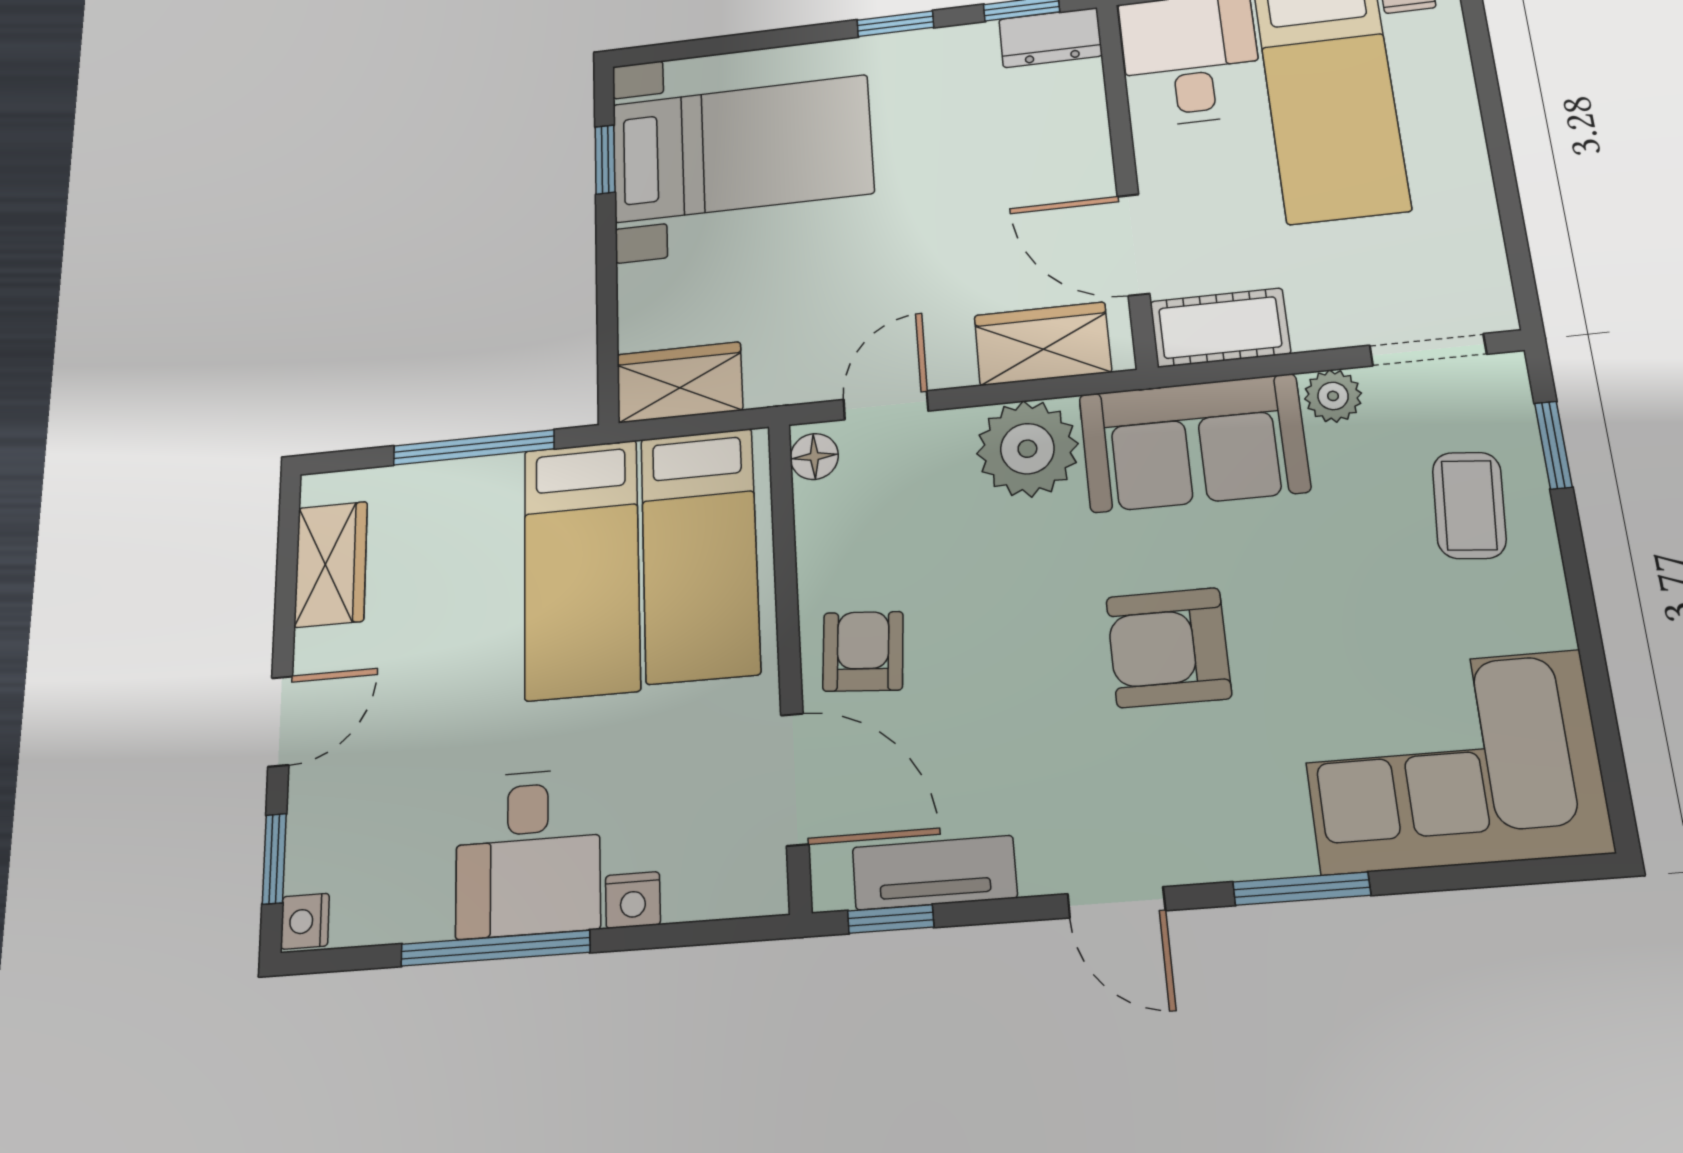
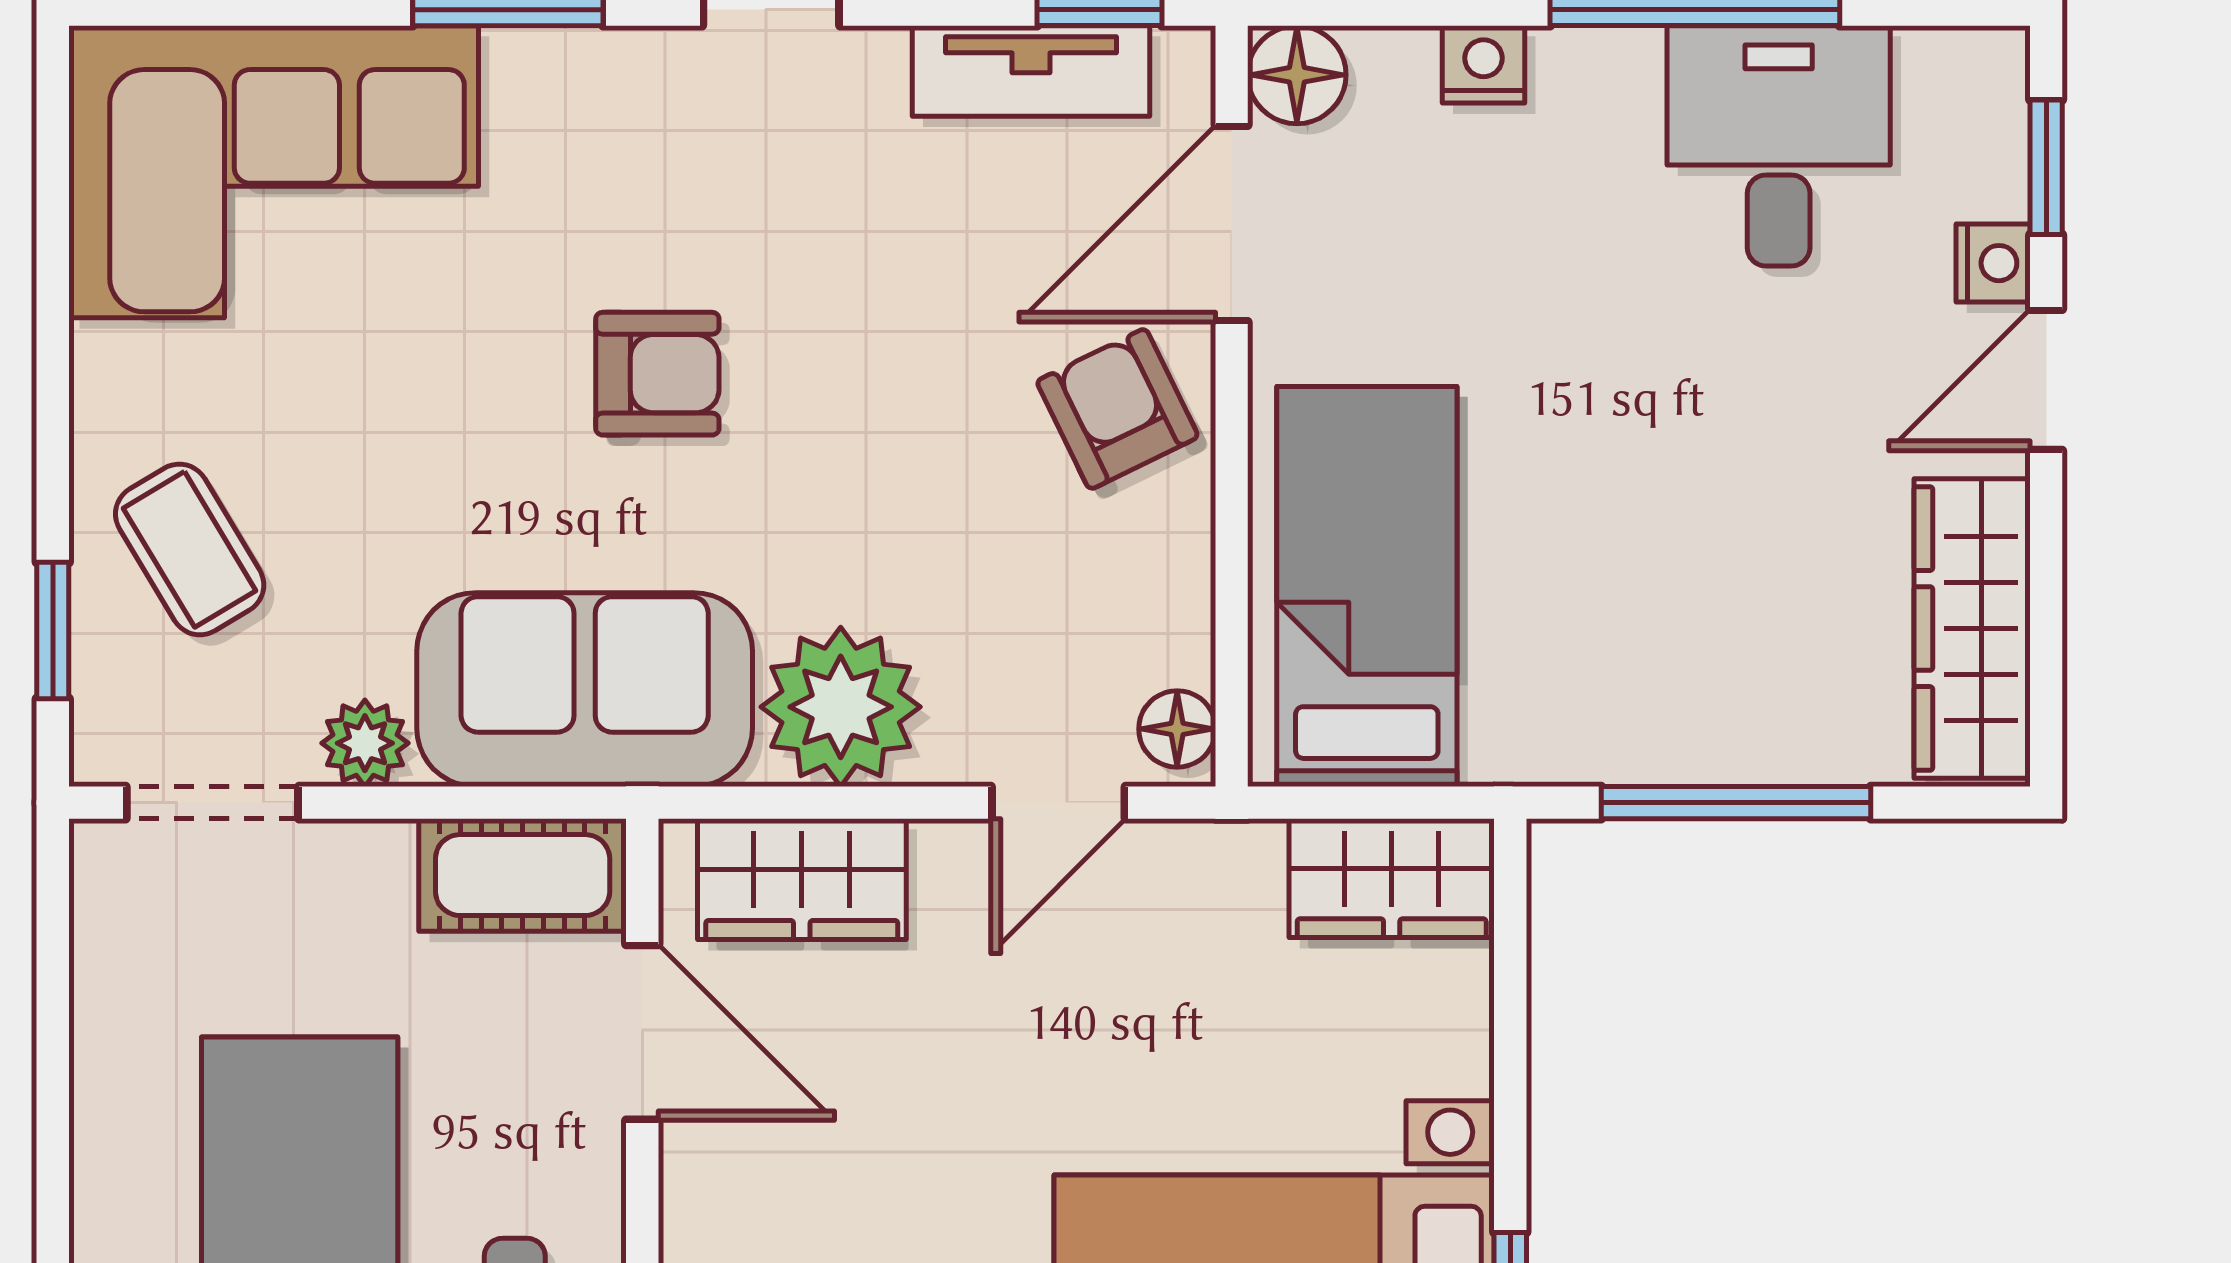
coffee table: (1469, 505) -> (190, 549), turned -36
wardrobe: (331, 564) -> (1972, 629), width x1.50
bed: (581, 568) -> (1558, 582), removed
armchair: (1168, 647) -> (657, 374), width x0.72, depth x0.72
armchair: (863, 651) -> (1117, 409), turned 150
door: (795, 779) -> (1232, 224), hinge flipped
desk: (528, 853) -> (1779, 146), moved
floor lamp: (756, 884) -> (1297, 75), added
nightstand: (305, 921) -> (1993, 263), moved

